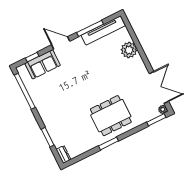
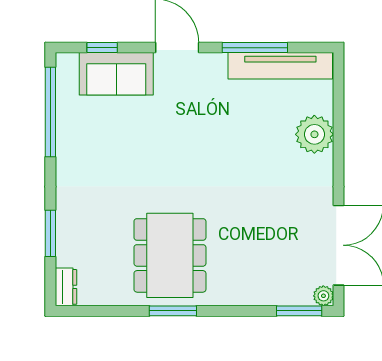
dining table: (111, 116) -> (170, 255), moved, turned 90

